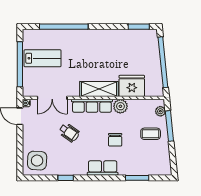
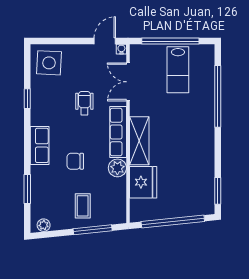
plant: (160, 111) -> (44, 225), moved
wheelchair: (69, 132) -> (84, 103), turned 145

